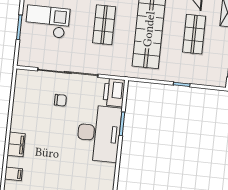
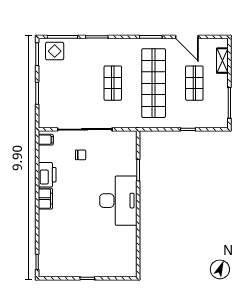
checkout: (47, 22) -> (62, 86), removed
printer: (114, 92) -> (47, 175), moved, turned 180
desk: (99, 133) -> (118, 201), moved
filing cabinet: (14, 174) -> (46, 140), moved

